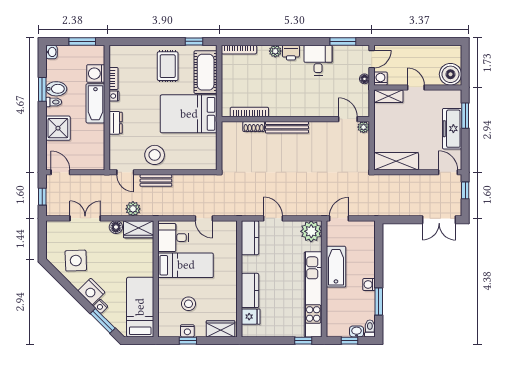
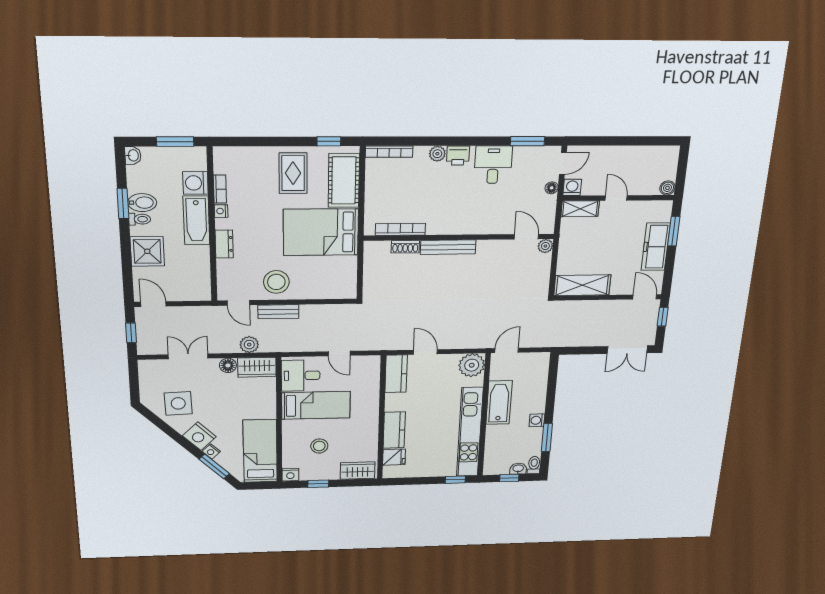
boiler: (450, 74) -> (667, 188), width x0.54, depth x0.54
nightstand: (187, 331) -> (290, 475), moved

